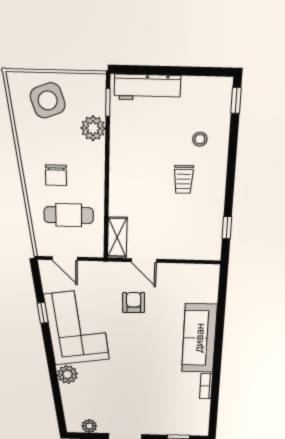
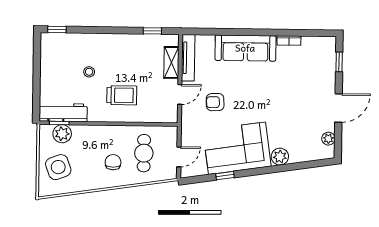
workbench: (147, 88) -> (63, 112), moved, turned -90
plant: (93, 128) -> (62, 134), moved
stool: (200, 139) -> (89, 72), moved
chair: (56, 175) -> (113, 162), turned -90
trolley: (183, 179) -> (122, 95), moved, width x1.36, depth x1.39
shelving: (117, 237) -> (171, 63), moved, turned 90
tv unit: (190, 271) -> (188, 58), added

